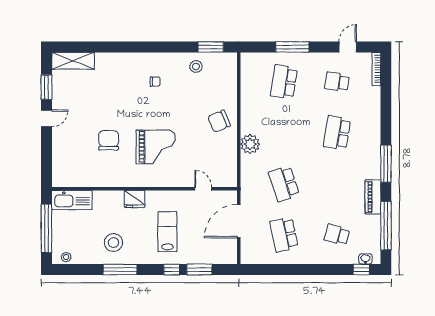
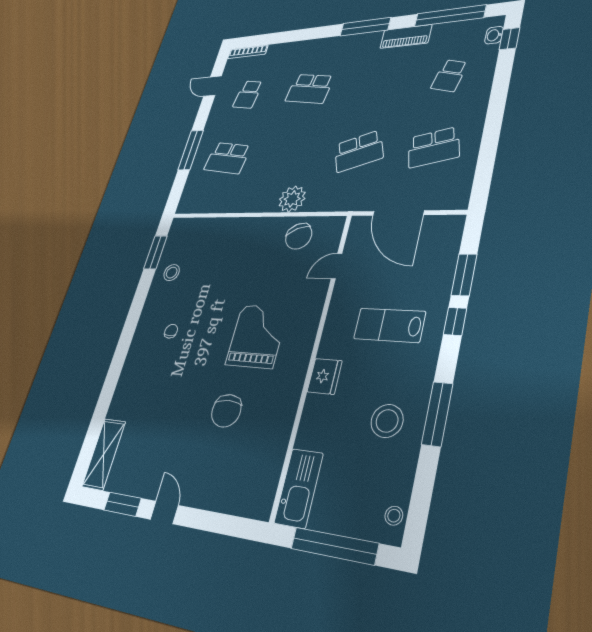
chair: (219, 121) -> (299, 236), moved
chair: (109, 140) -> (226, 411), turned -90

